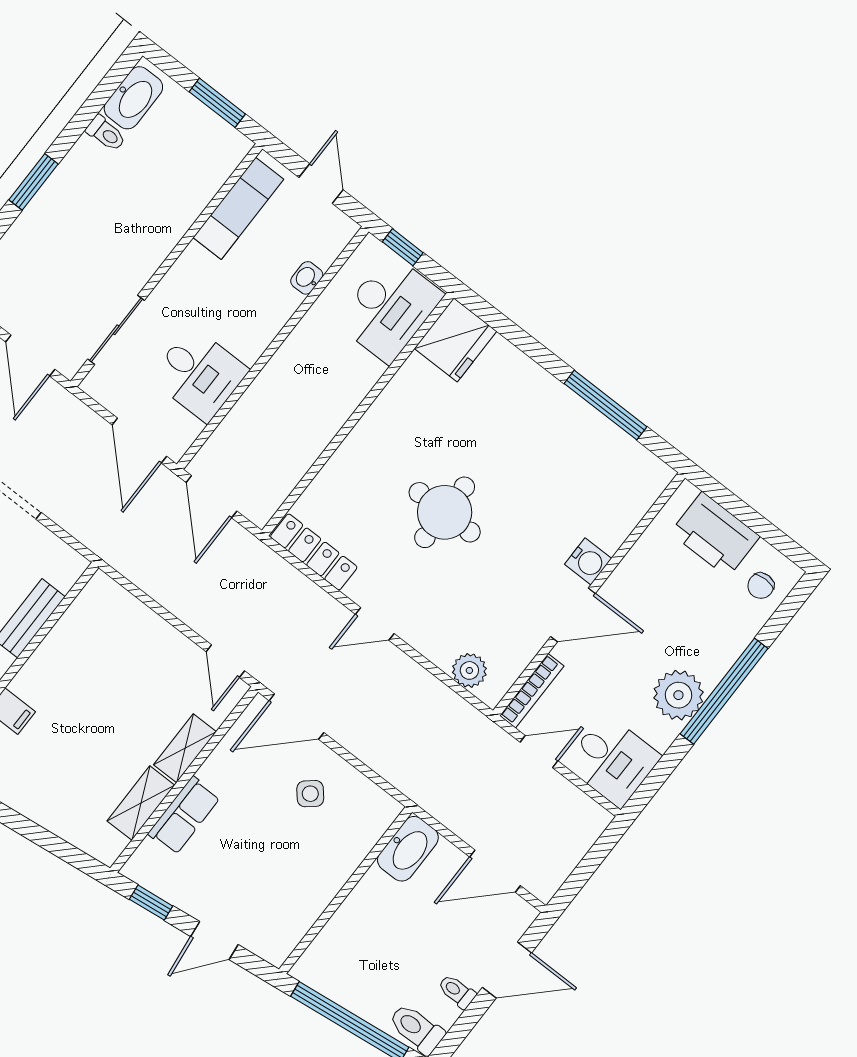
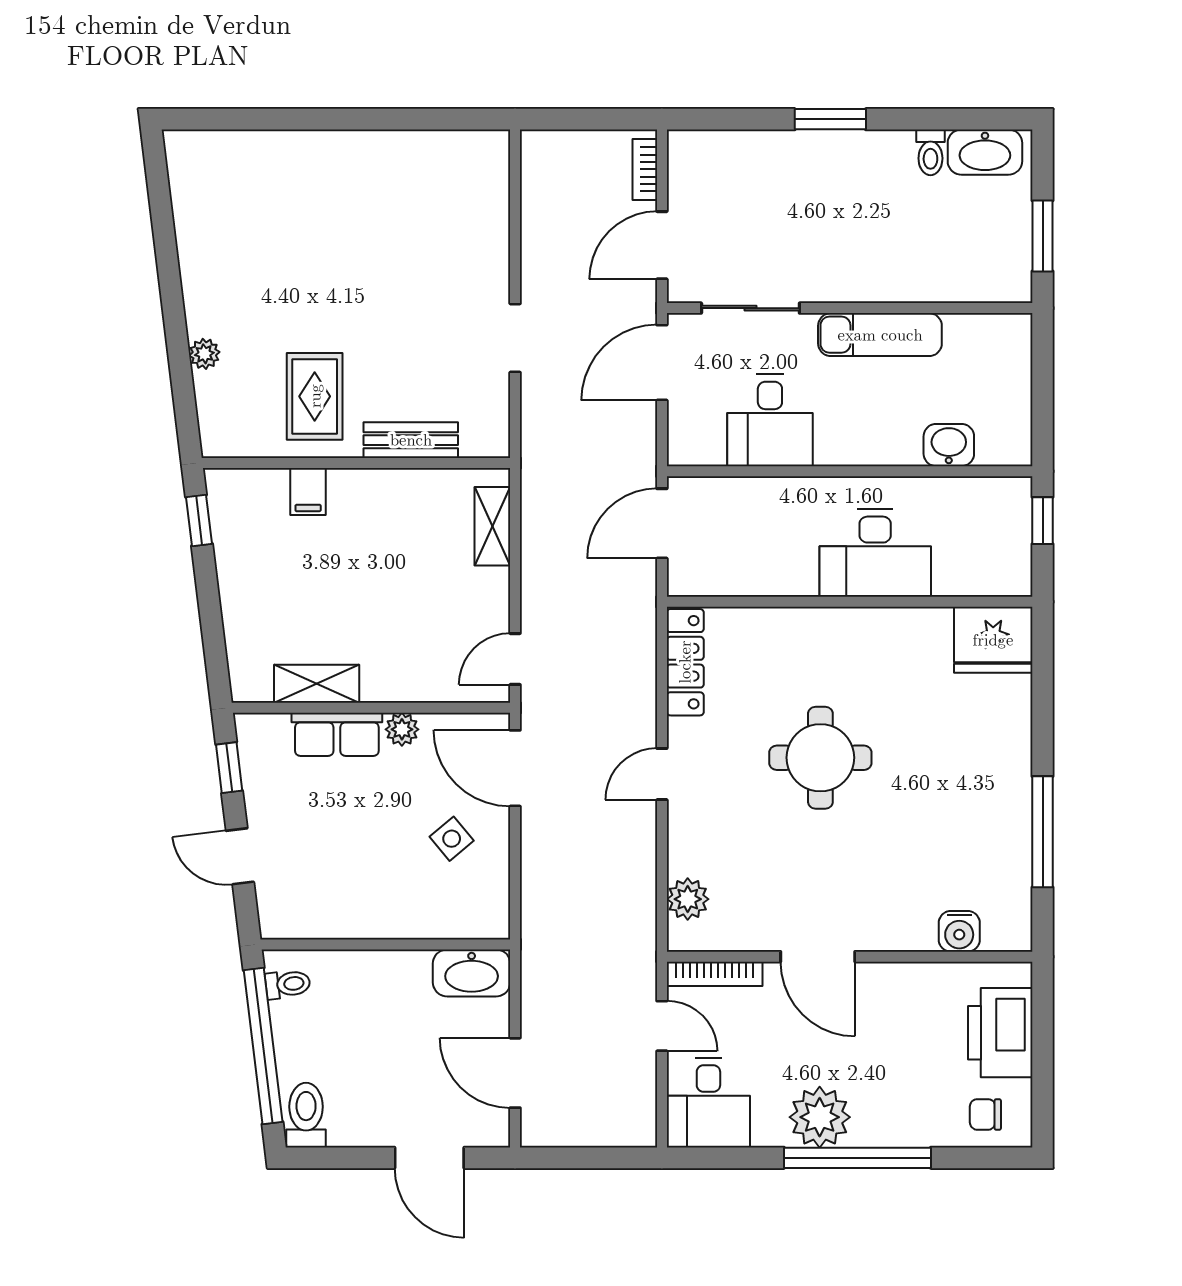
door: (321, 184) -> (1043, 395), removed
exam couch: (238, 208) -> (880, 335), moved
washbasin: (307, 278) -> (949, 445), width x1.38, depth x1.45
desk: (389, 308) -> (875, 553), moved
door: (139, 441) -> (662, 363), moved
water cooler: (588, 561) -> (959, 931), moved
door: (375, 624) -> (662, 774), hinge flipped
shelving: (185, 748) -> (492, 526), moved, turned 90
plant: (214, 771) -> (402, 729), added
toilet: (457, 991) -> (288, 984), moved, turned 83

